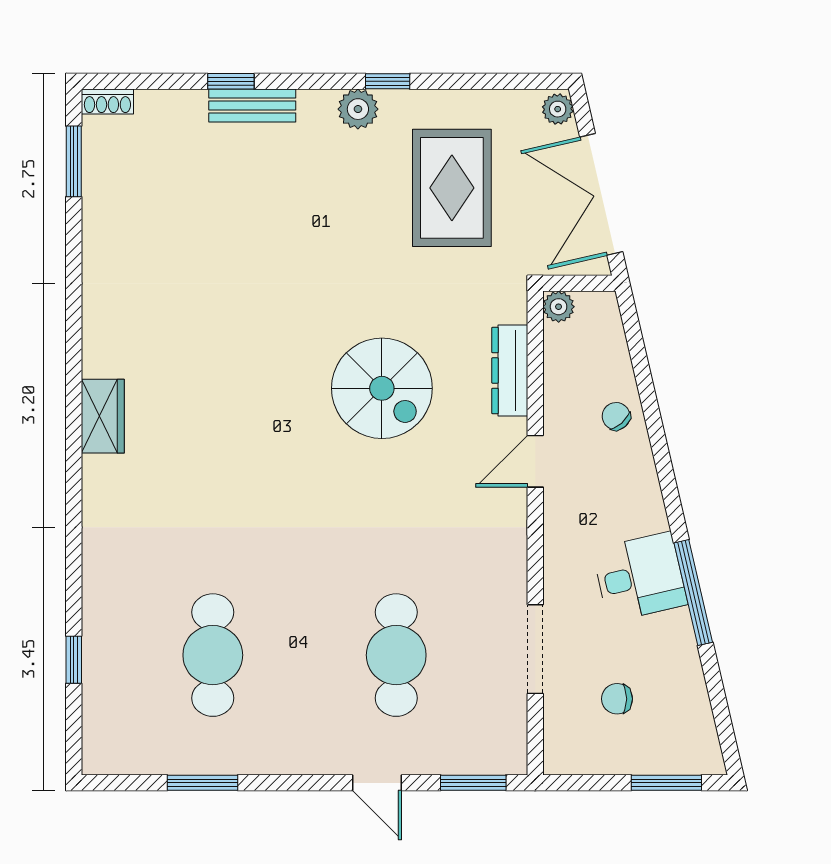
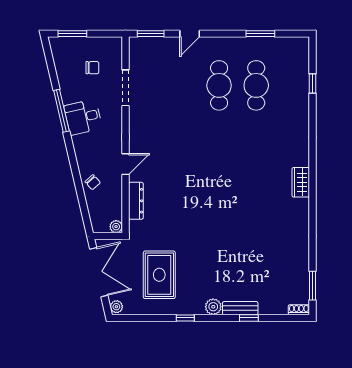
plant: (358, 109) -> (213, 307), moved
spiral stairs: (382, 388) -> (188, 194), removed
cafe table: (396, 655) -> (219, 85), moved
door: (377, 783) -> (190, 34), swing flipped

